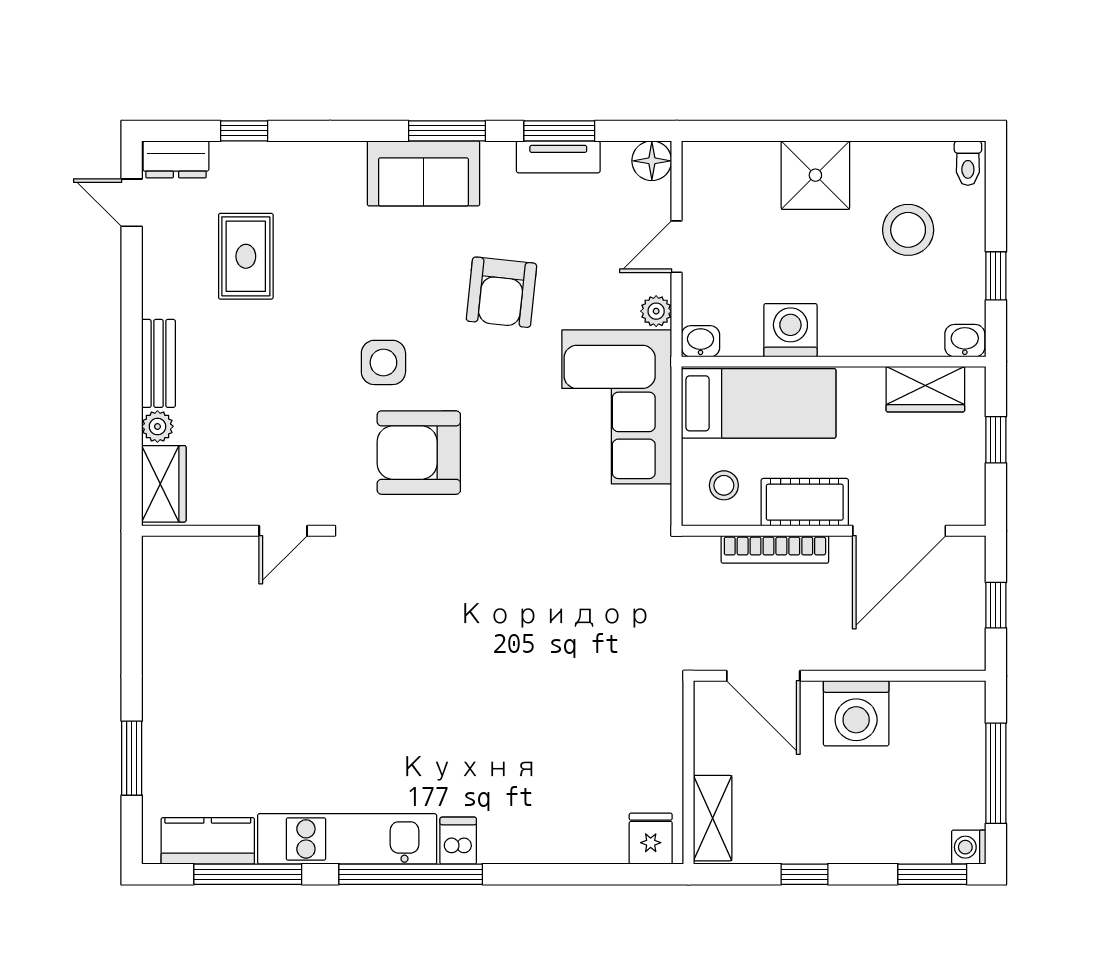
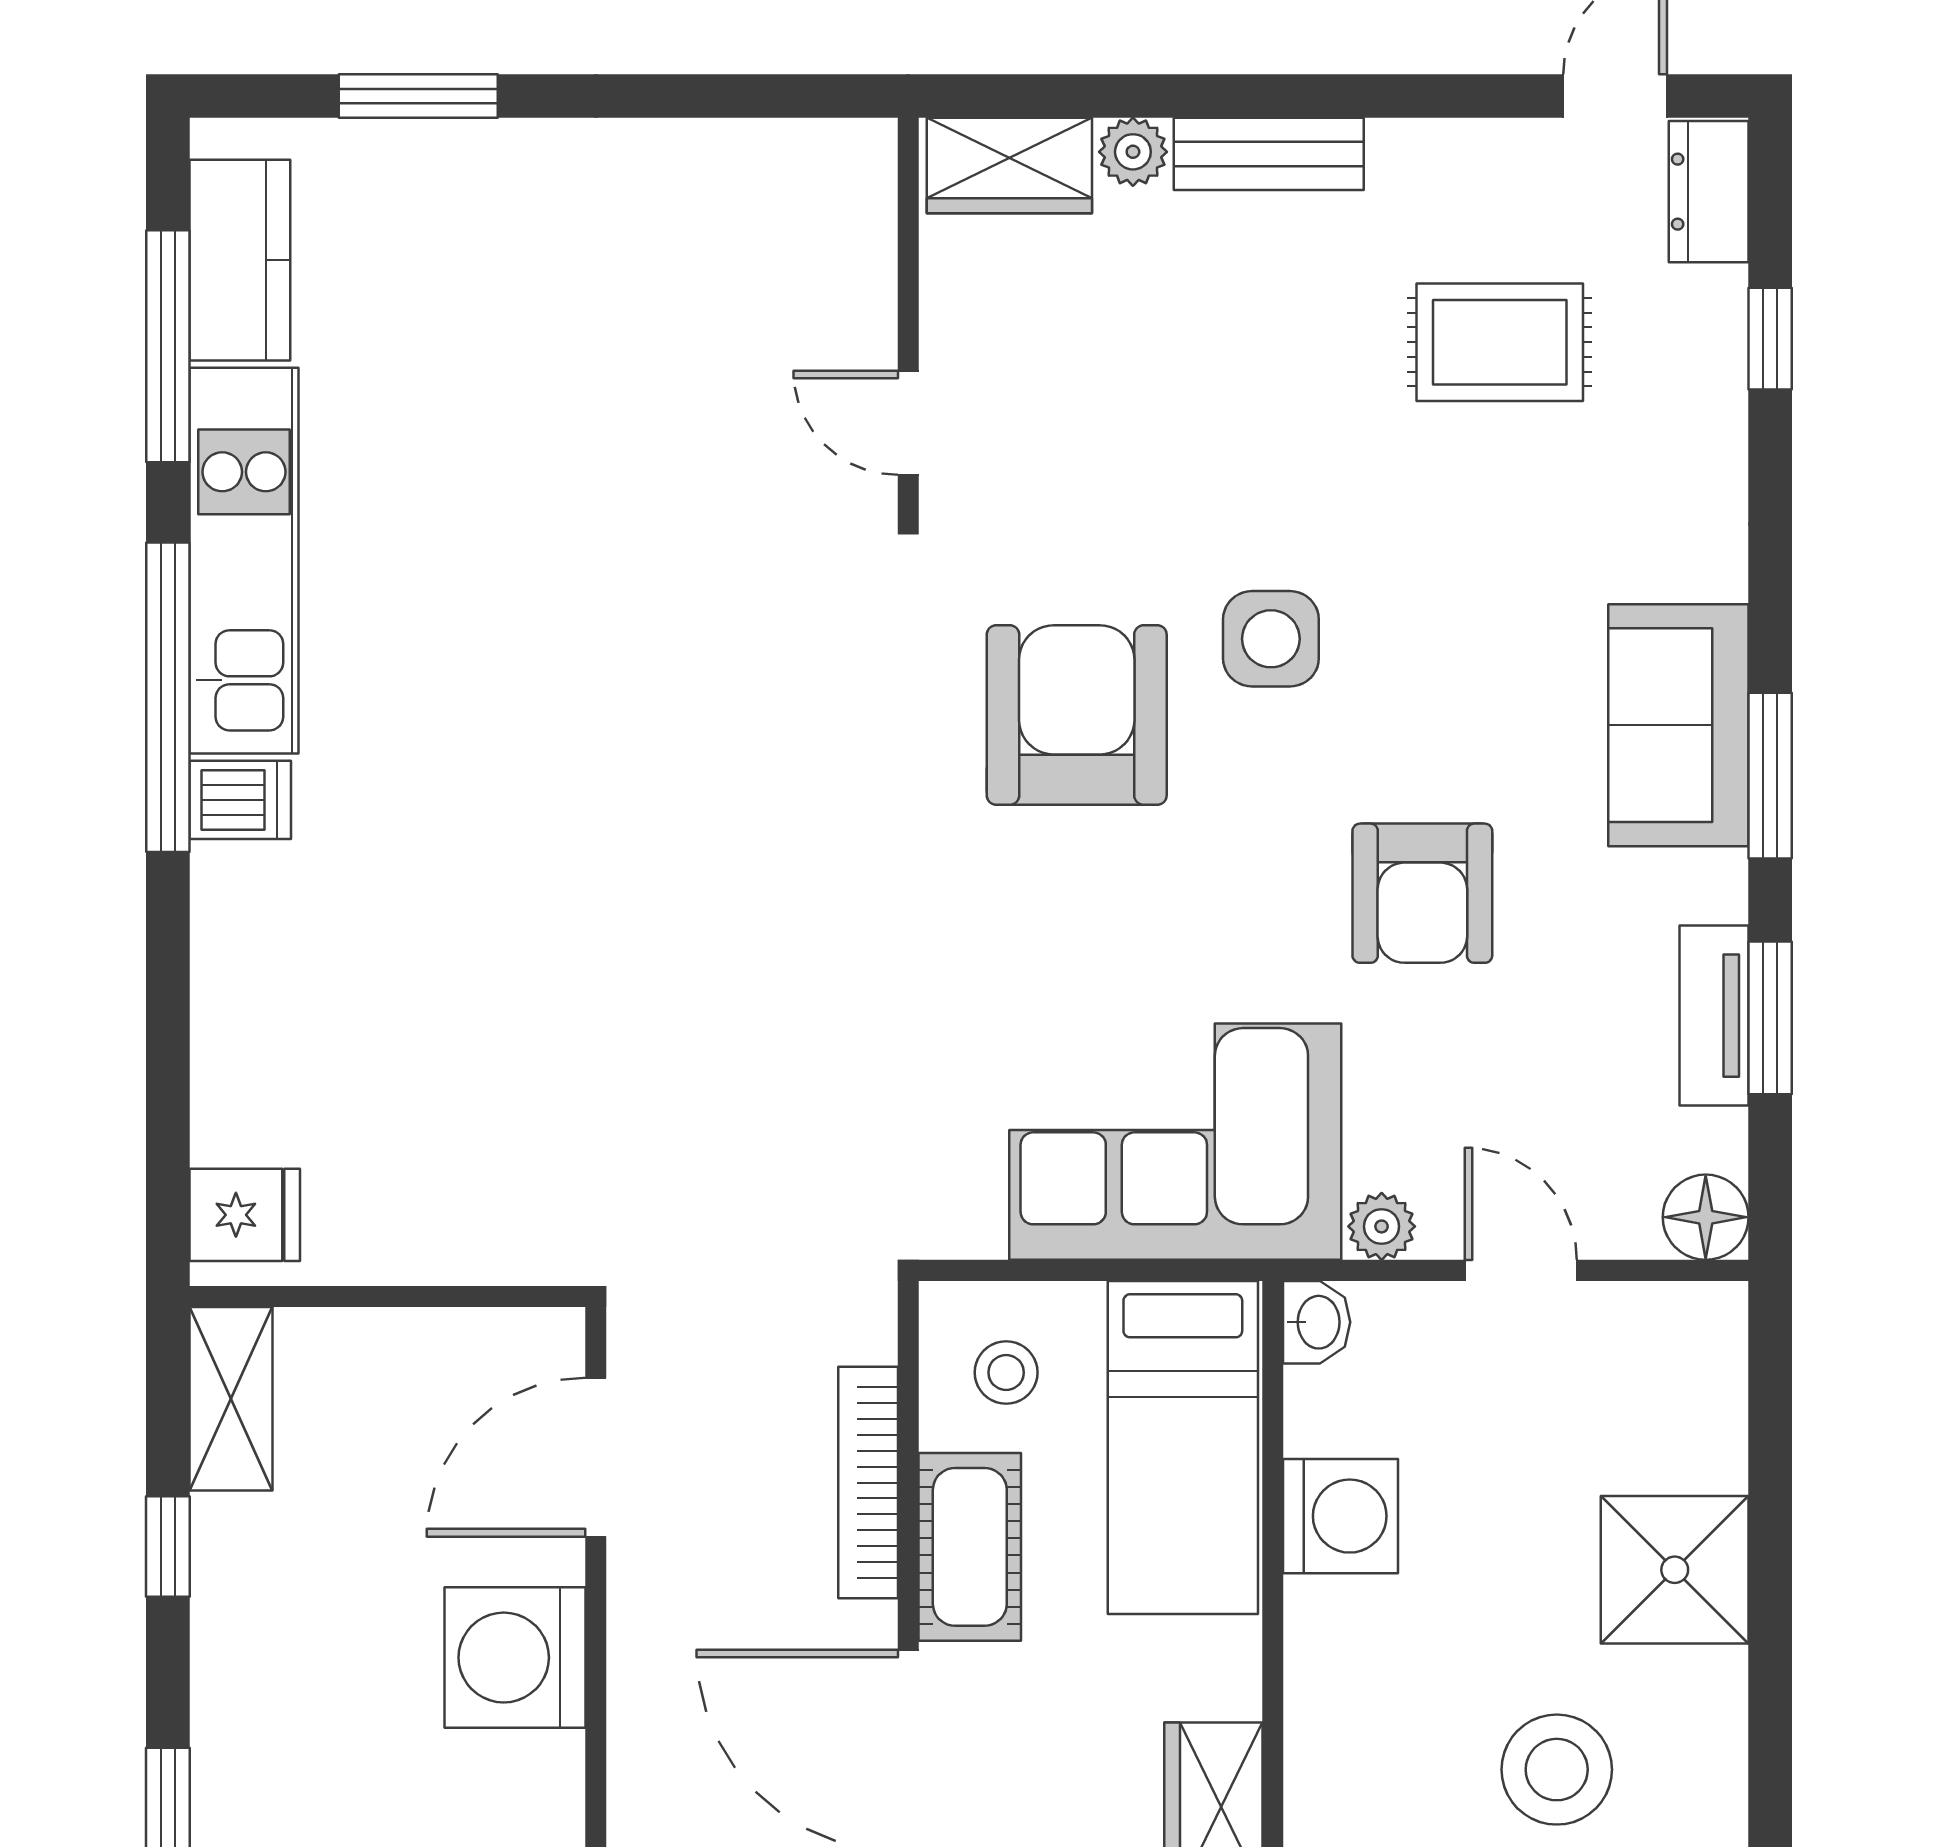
armchair: (501, 292) -> (1422, 893), turned -96
shelving: (713, 818) -> (231, 1399), moved, turned 90

